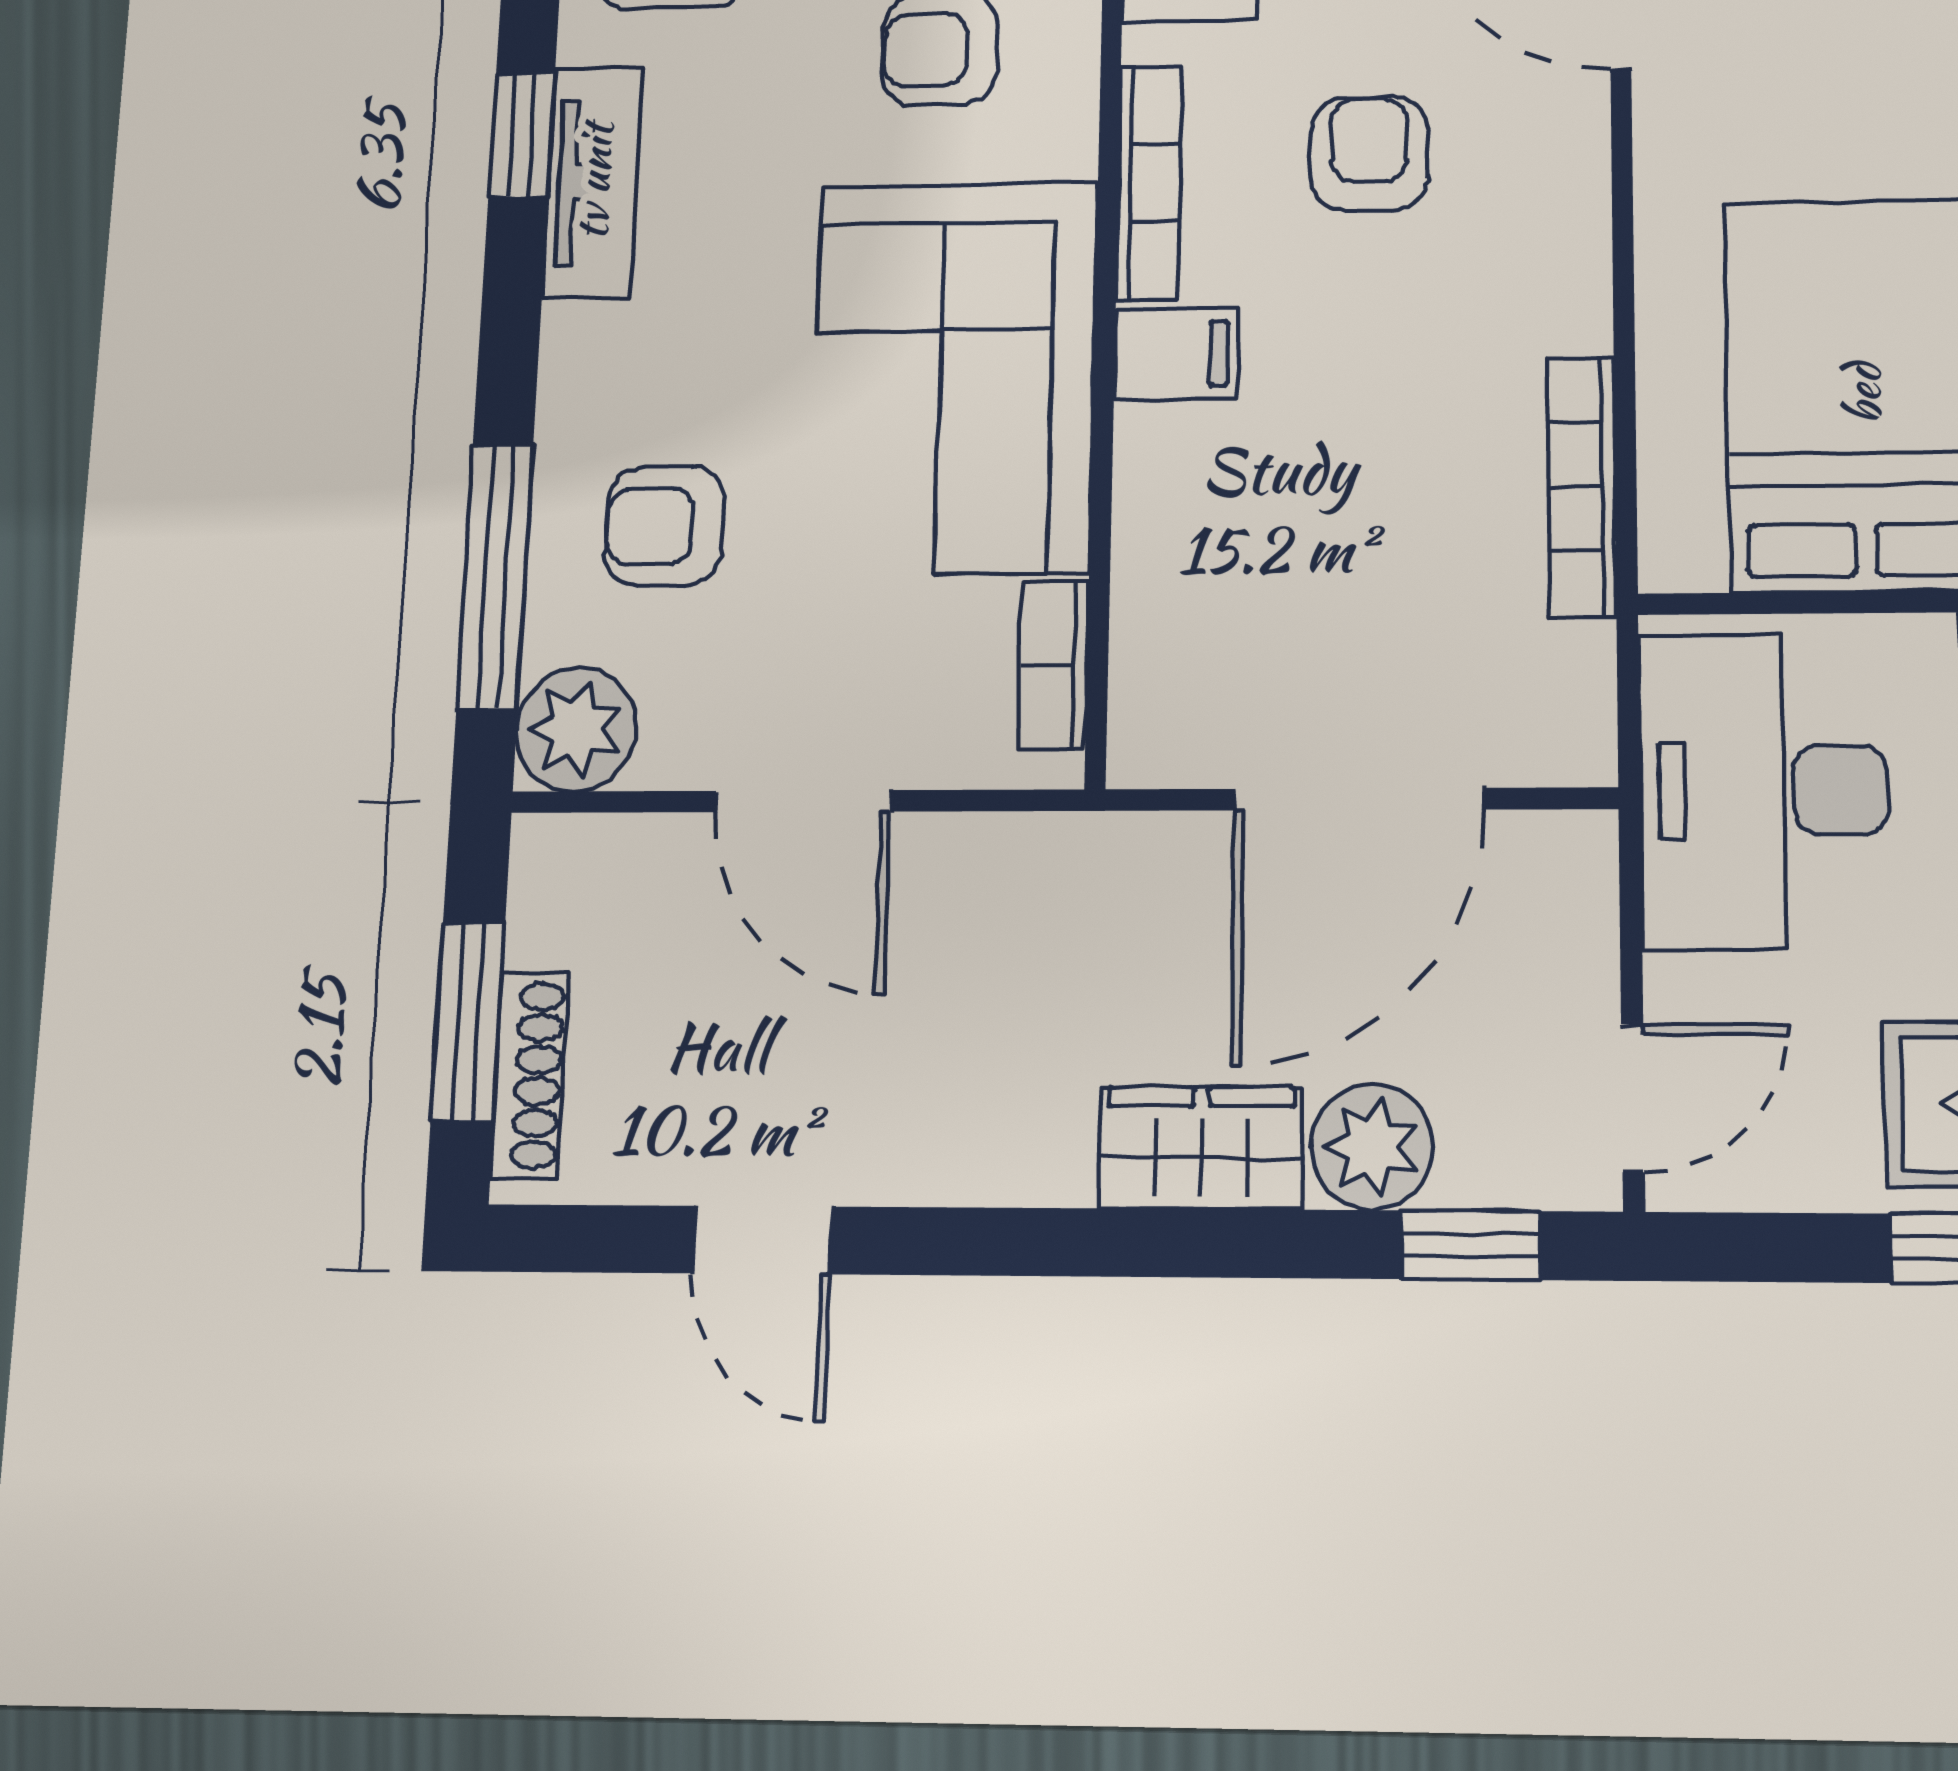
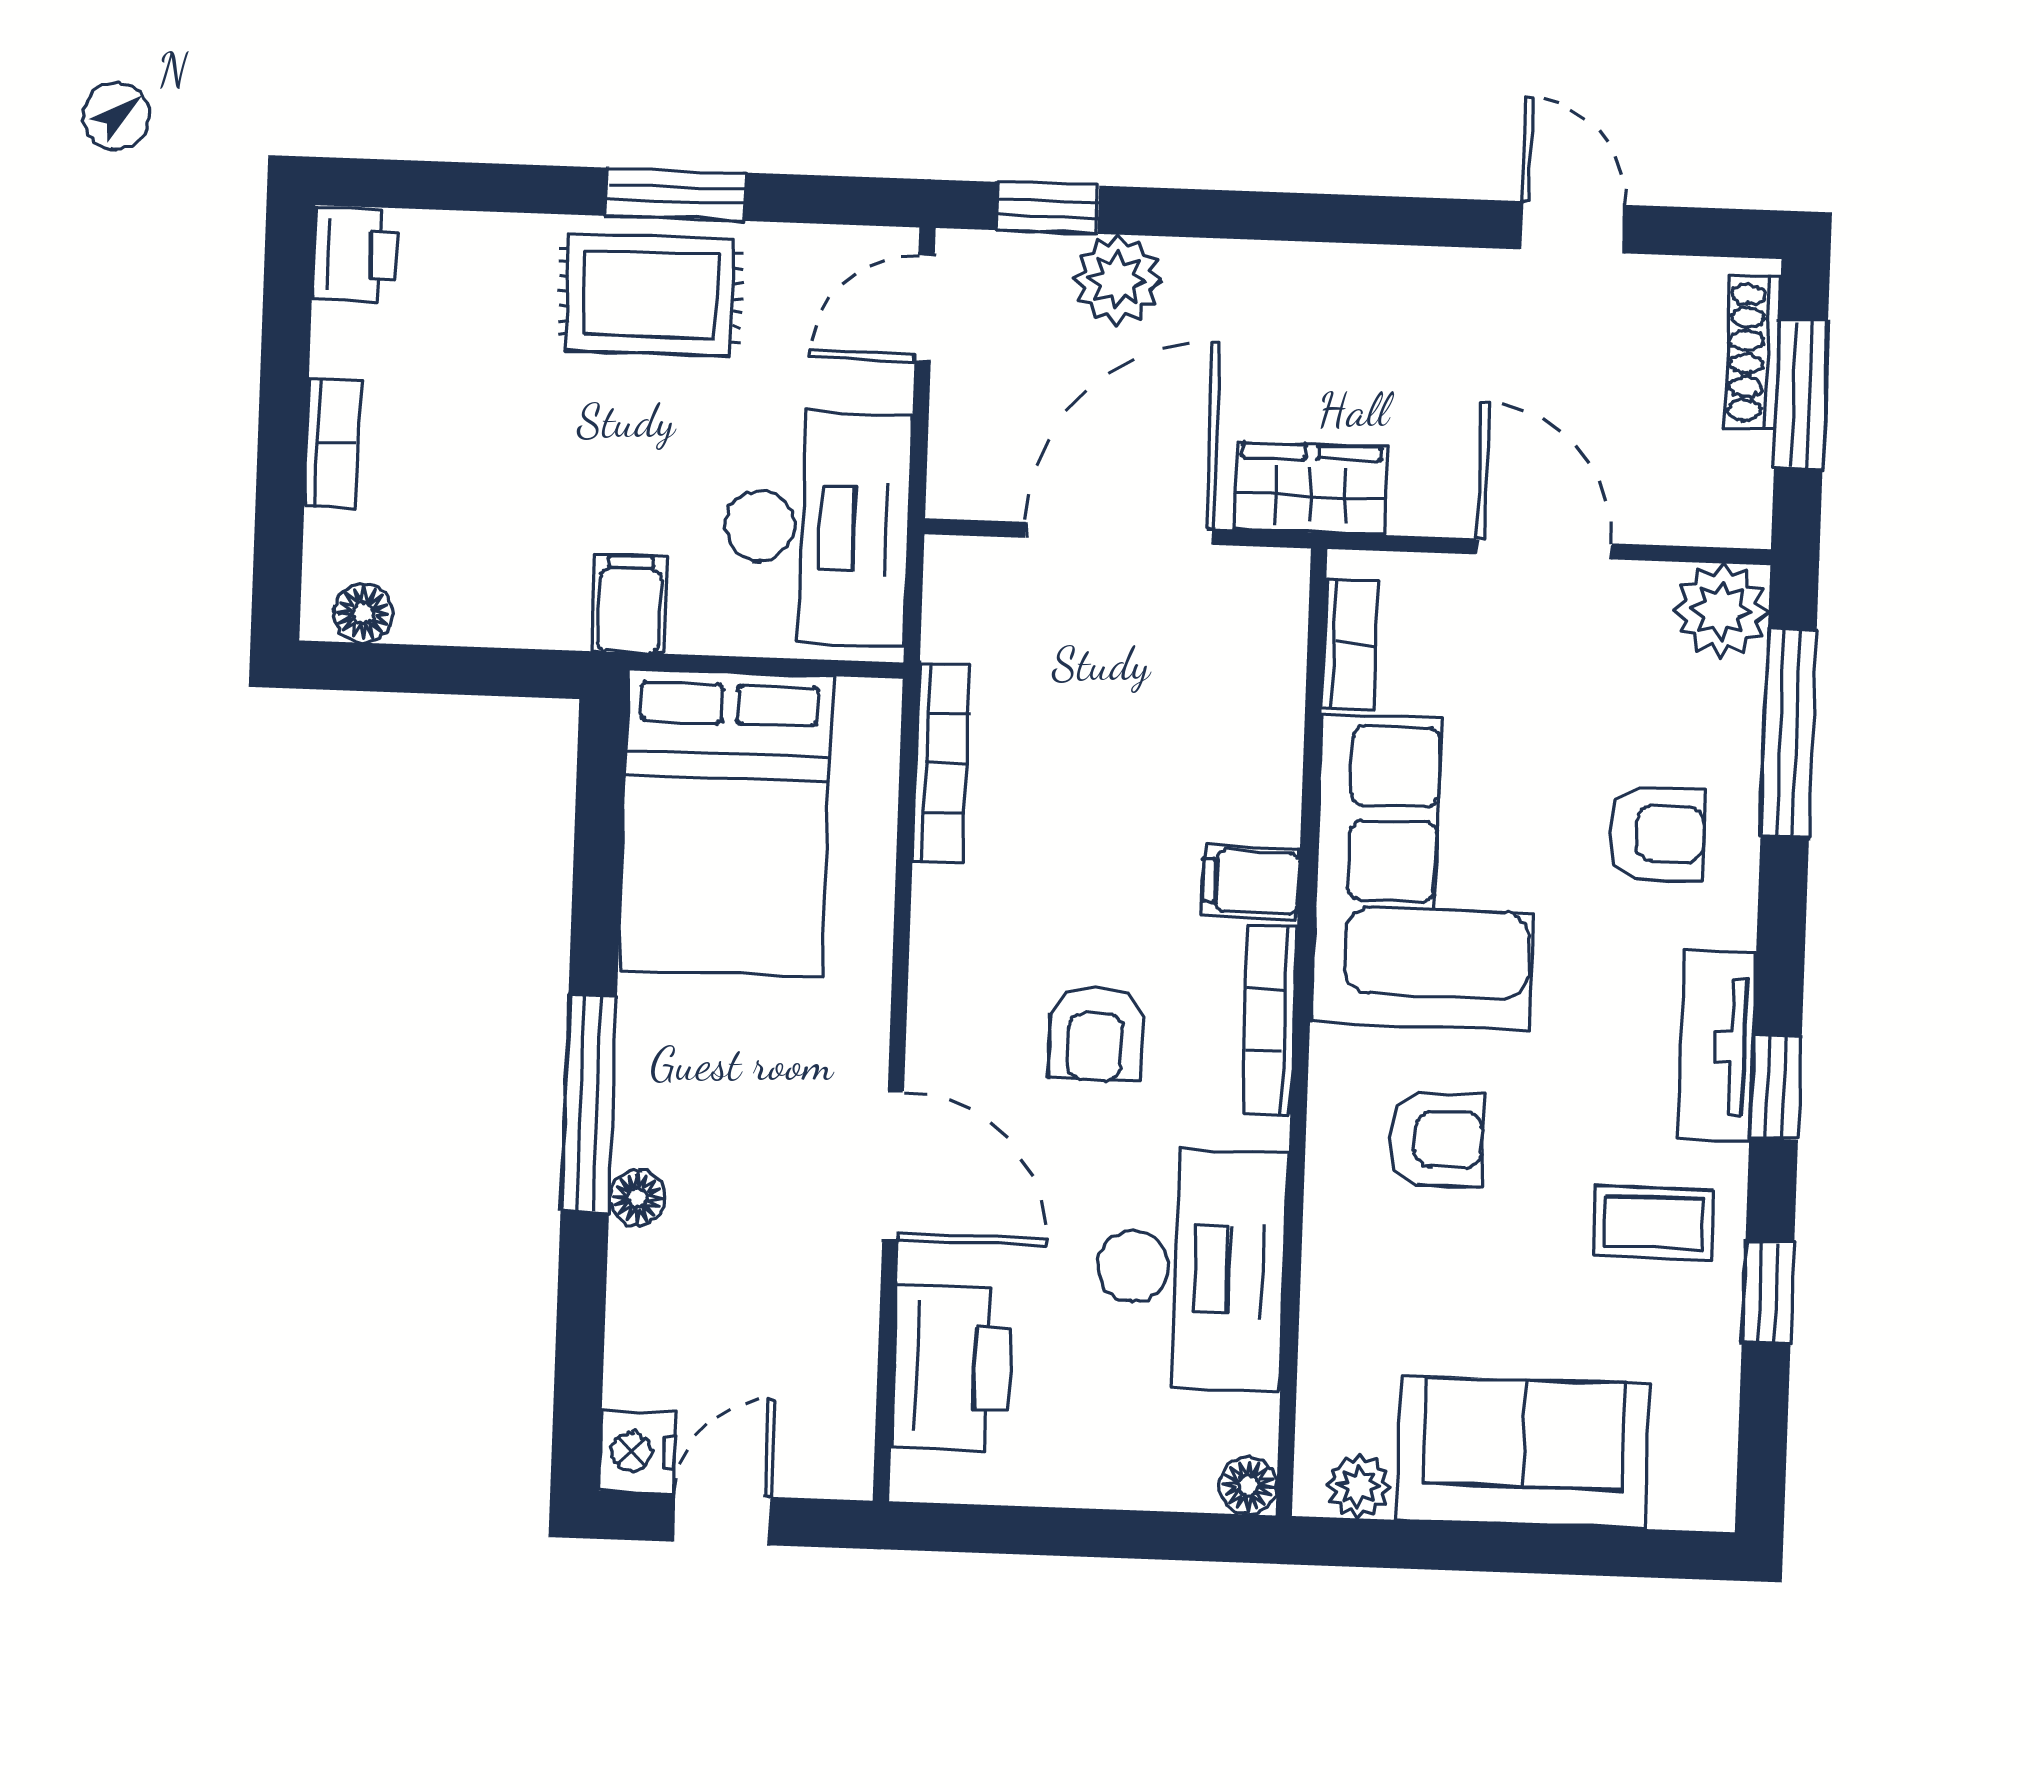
armchair: (664, 526) -> (1657, 833), moved
wardrobe: (1201, 1148) -> (1310, 489), moved, turned 180

